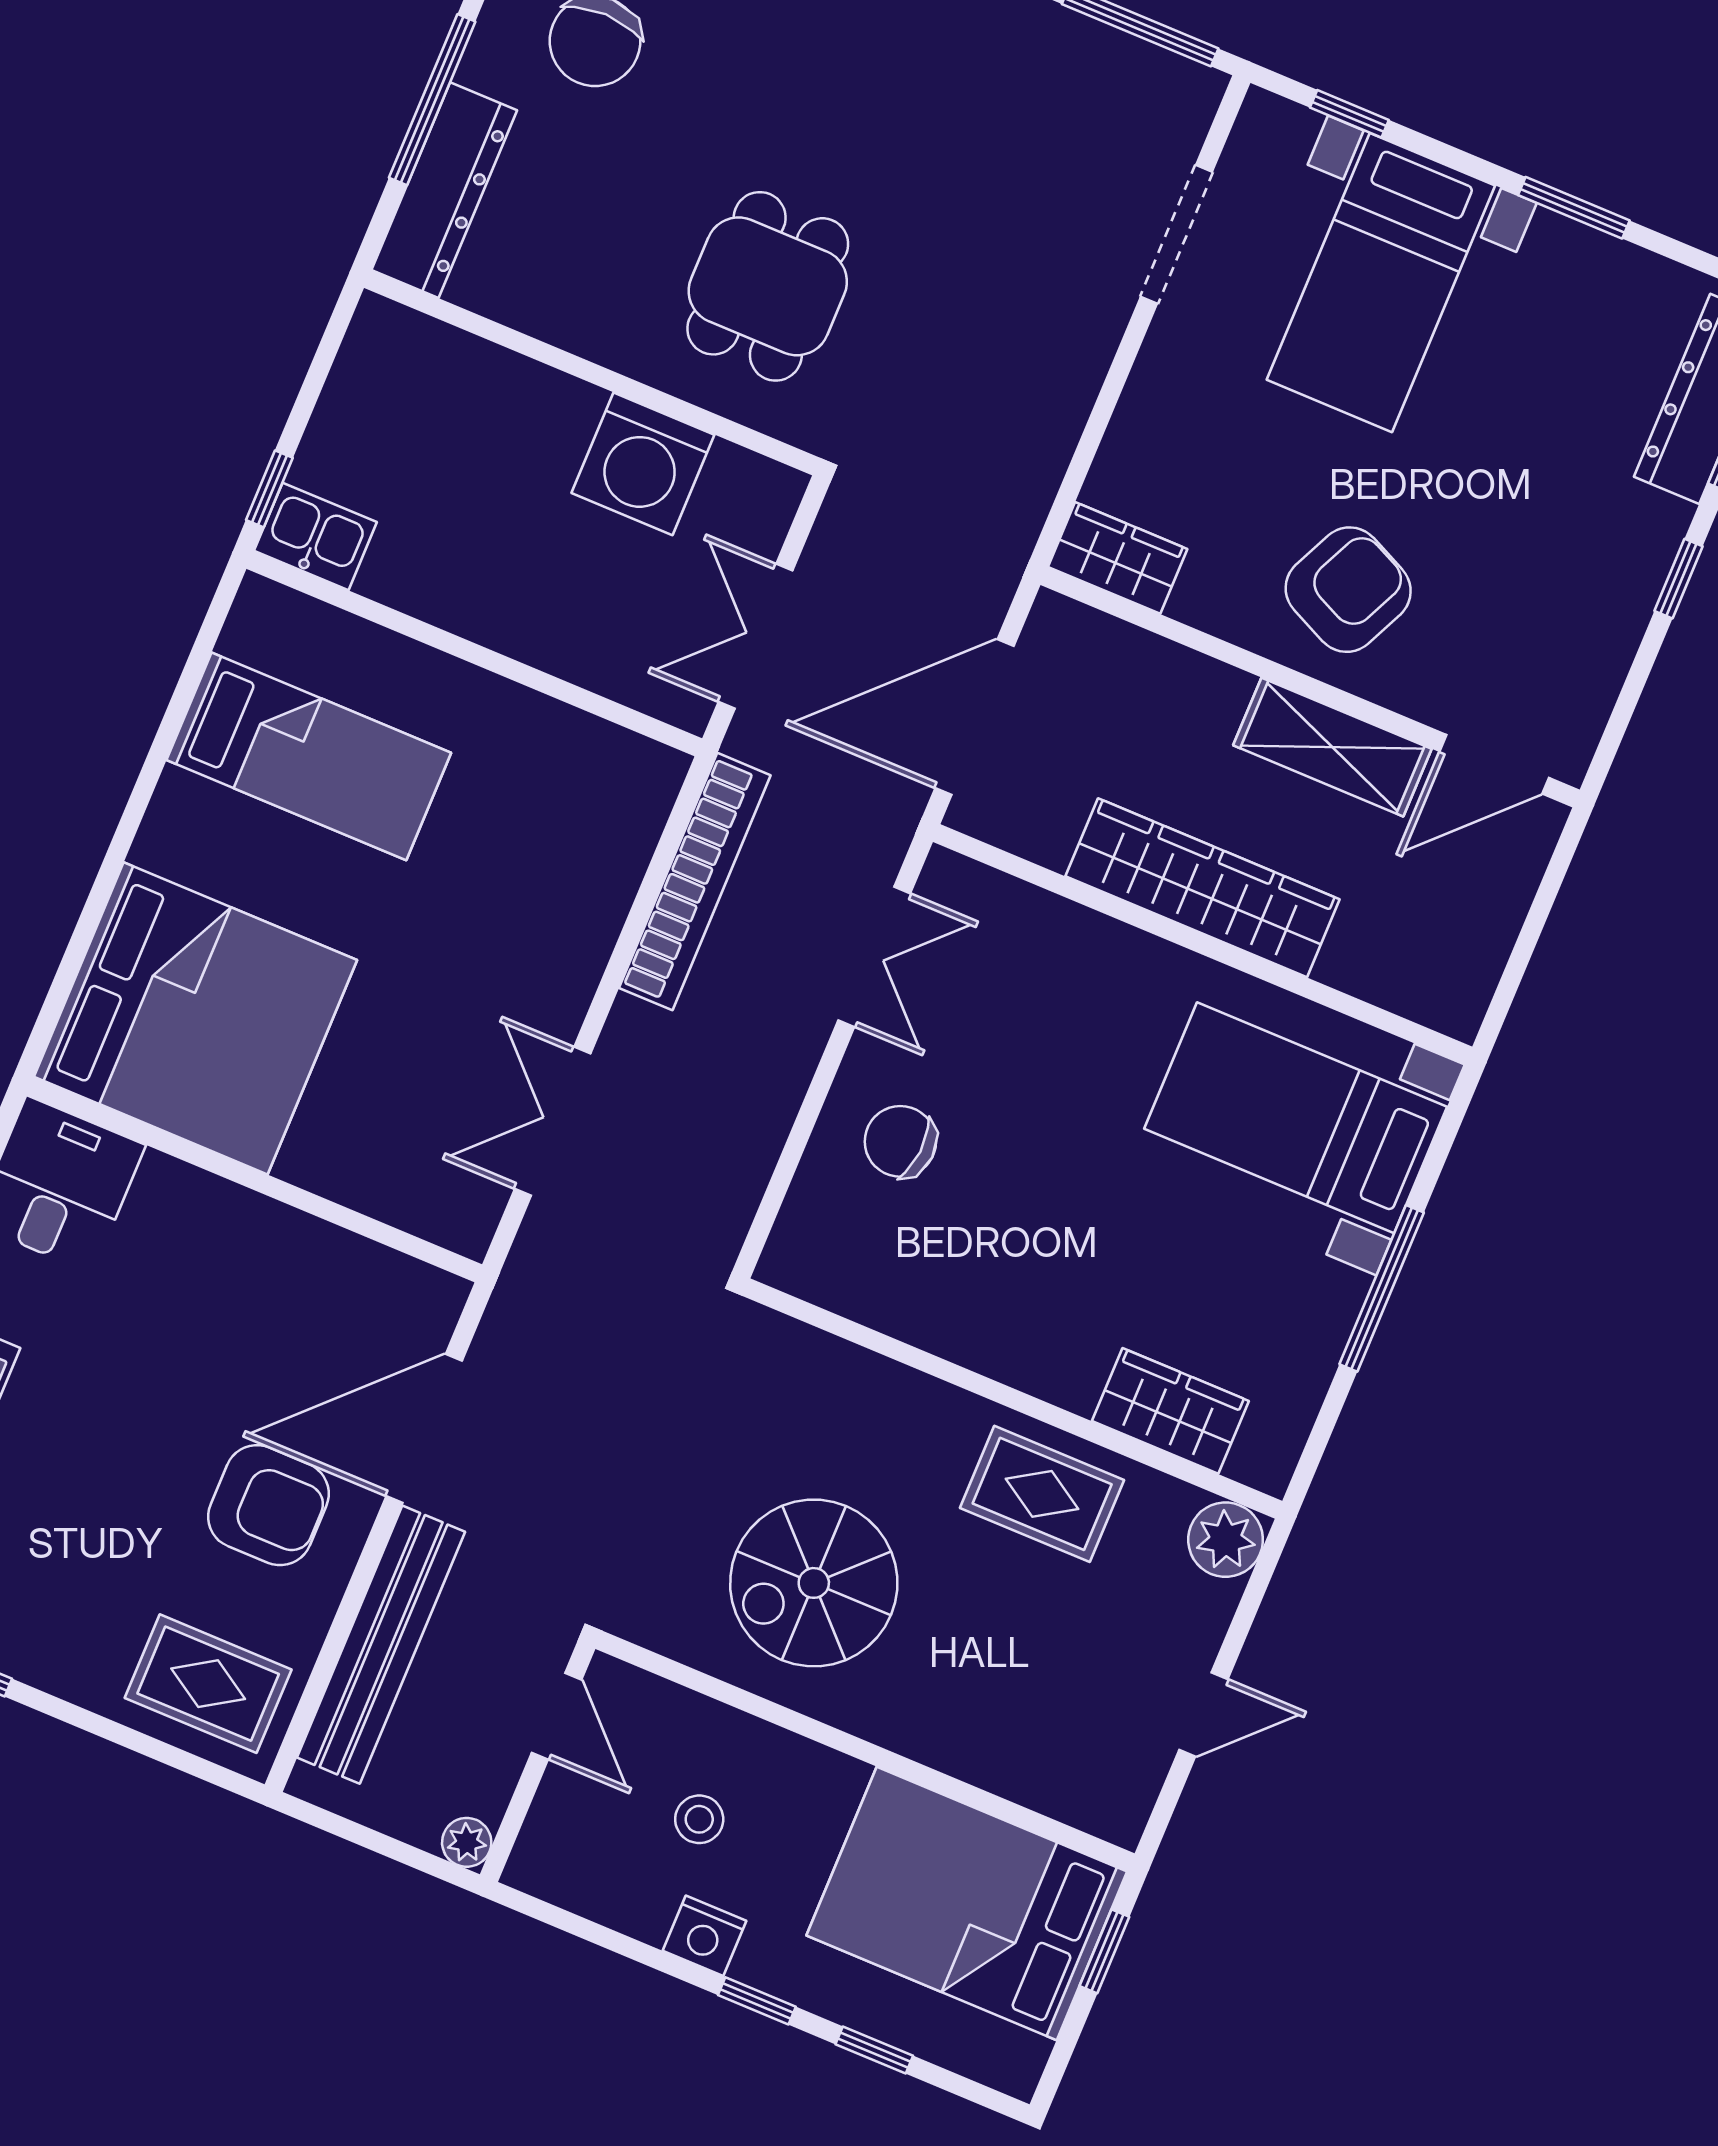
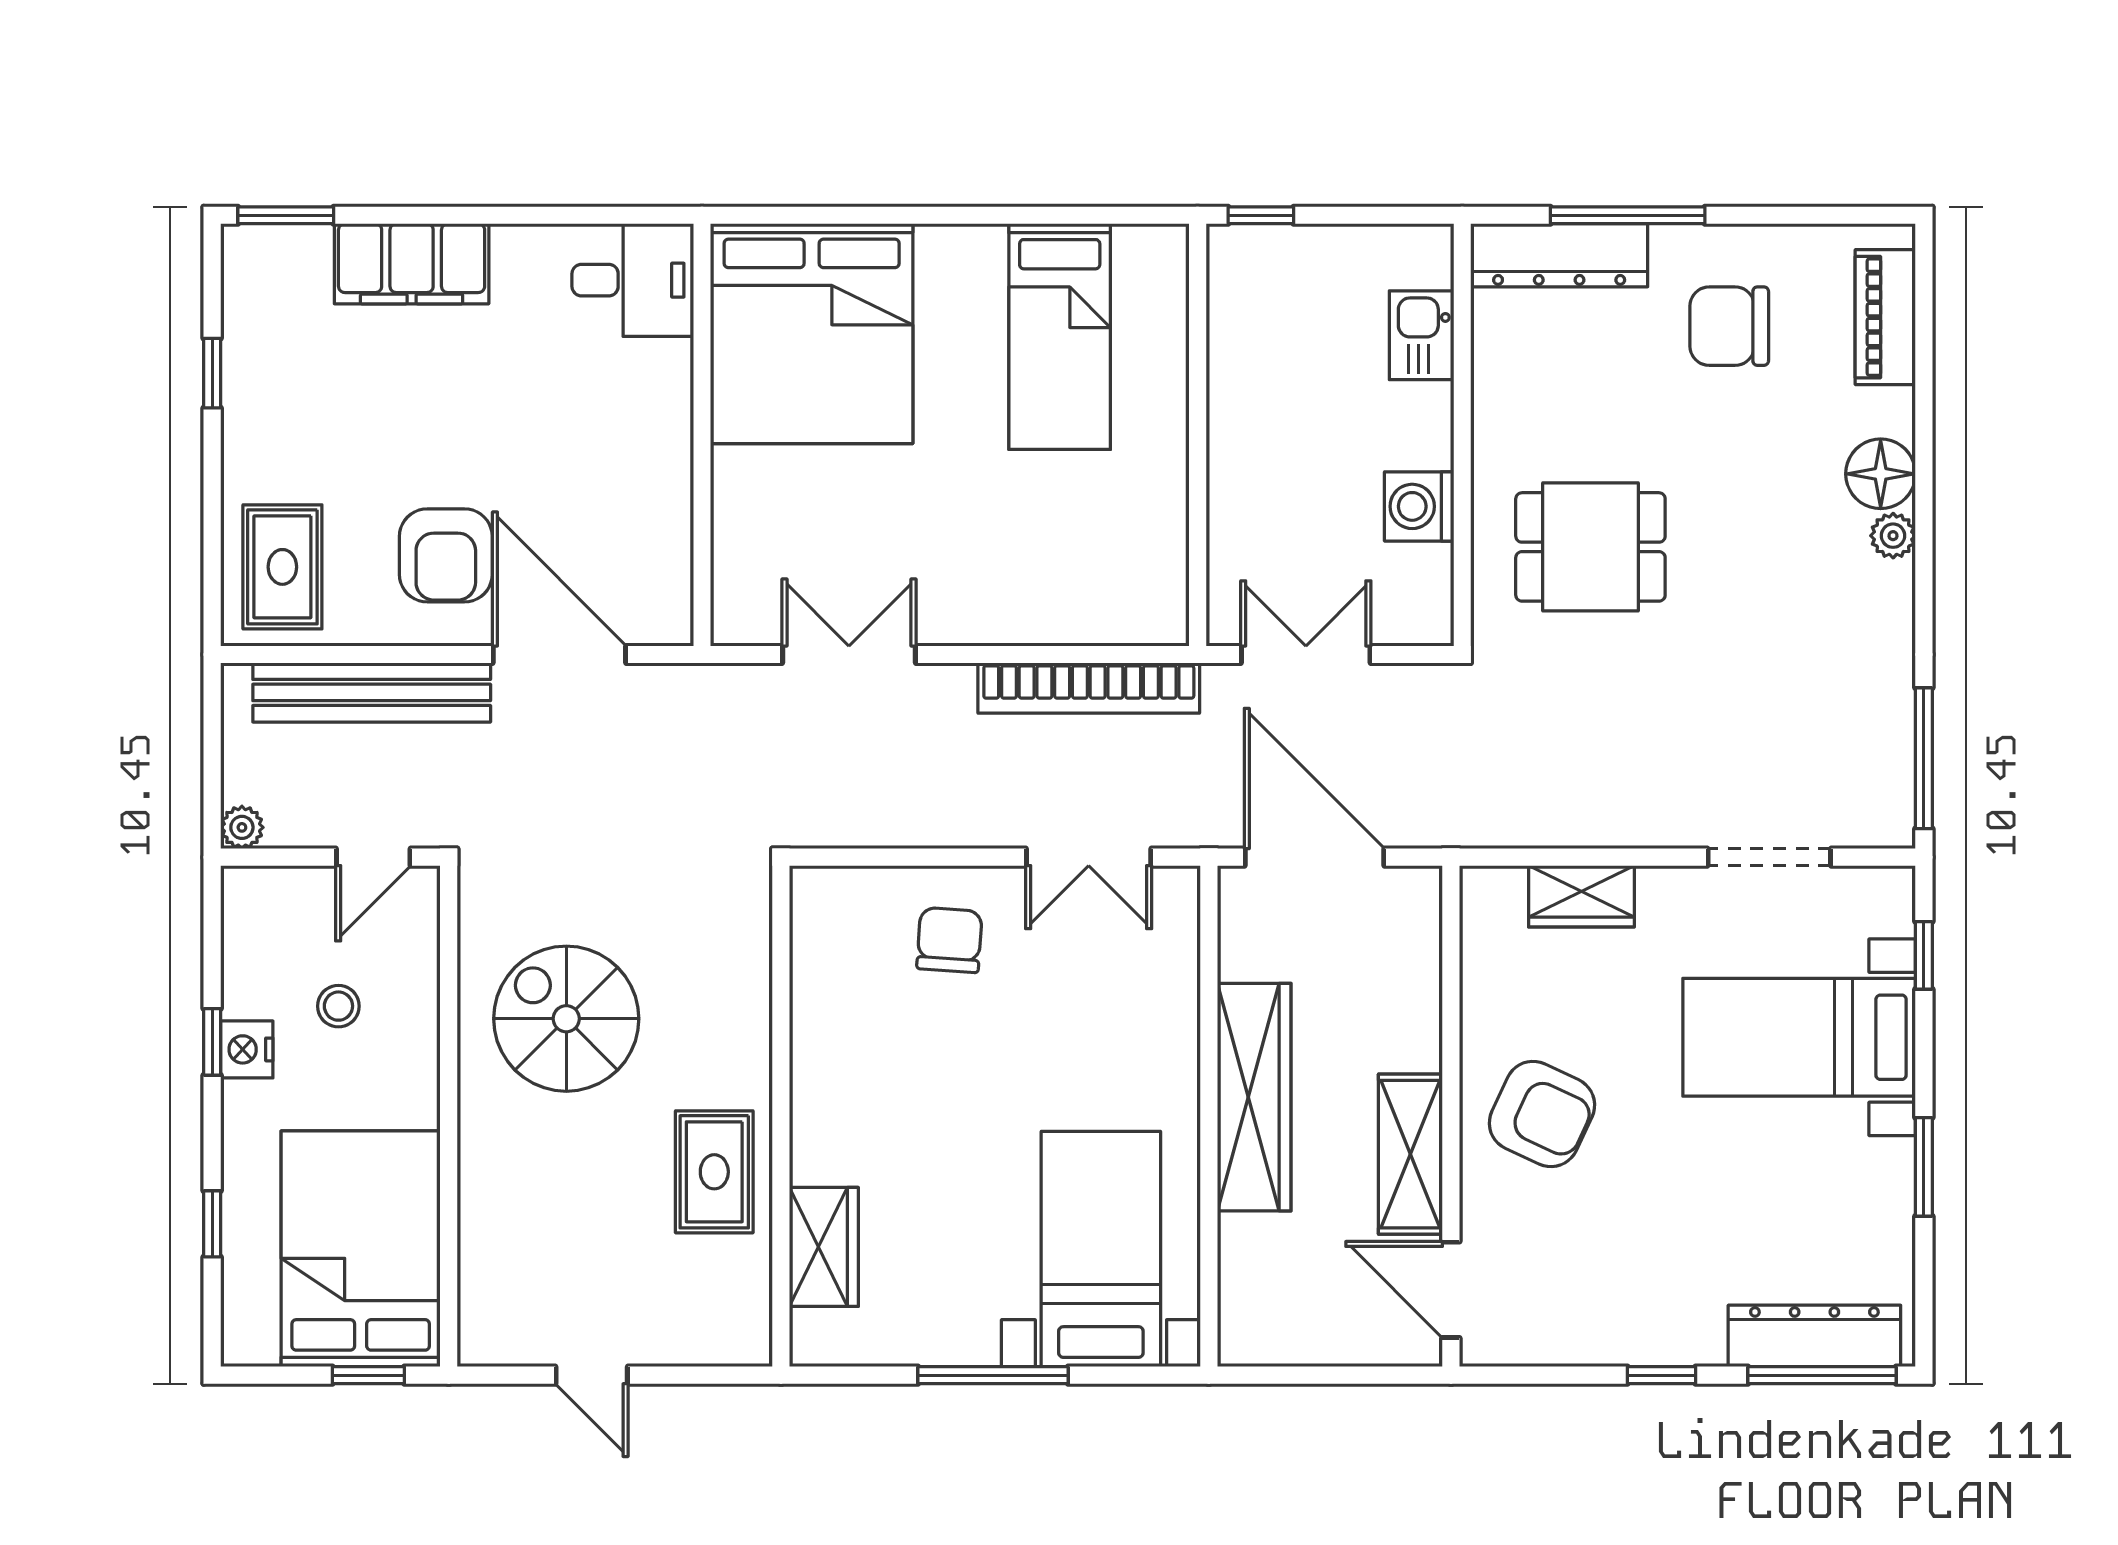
washing machine: (643, 464) -> (1419, 506), width x0.73, depth x0.73
kitchen sink: (315, 536) -> (1422, 335), moved, turned 180
wardrobe: (1118, 558) -> (1581, 896), moved, turned 90
plant: (1226, 1540) -> (739, 1334), removed
window: (757, 2001) -> (212, 1042), moved

